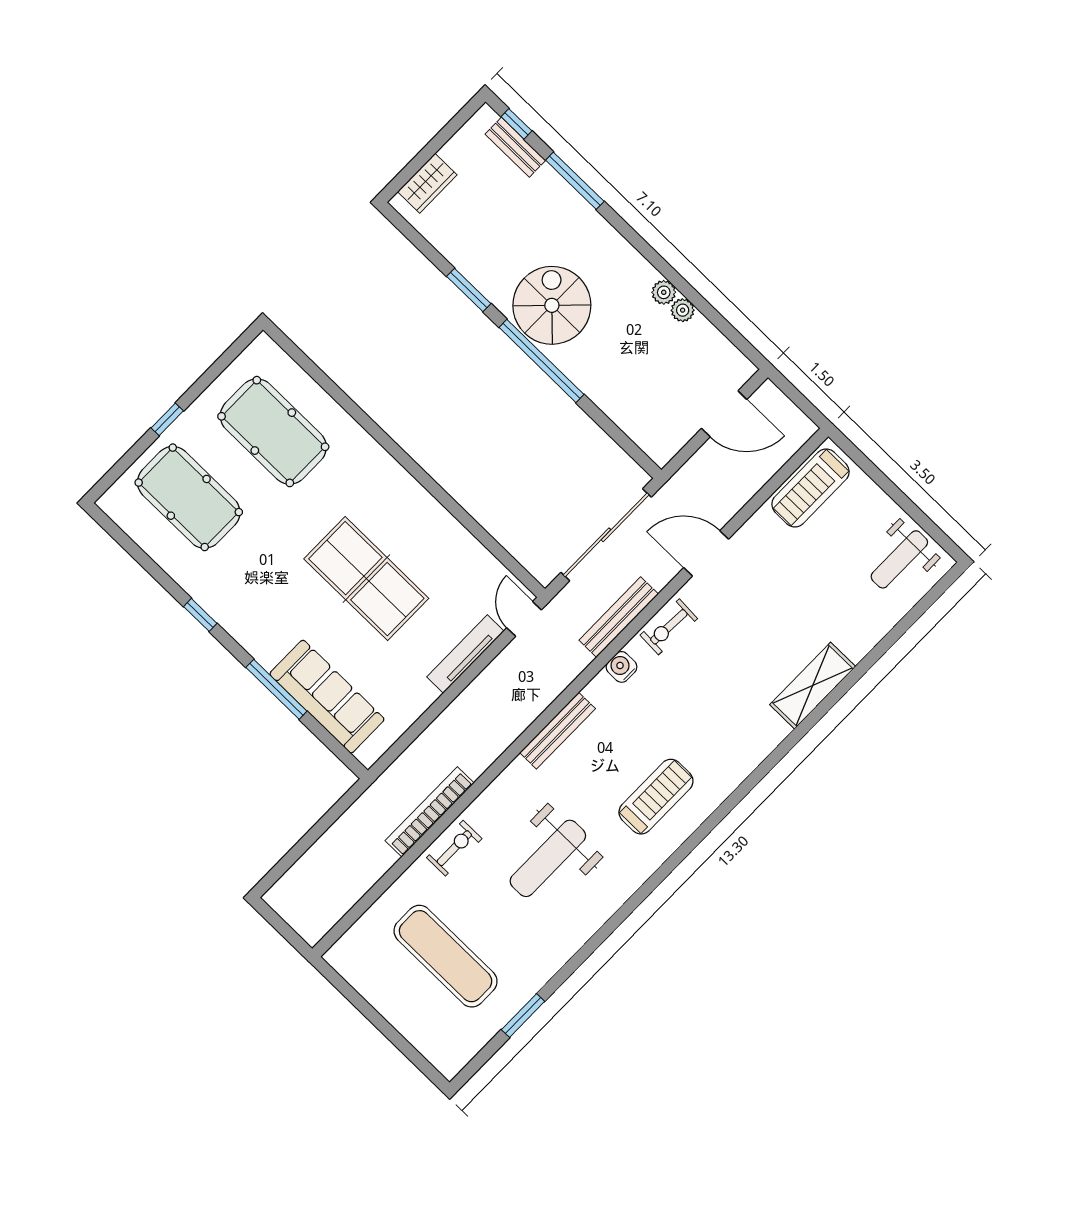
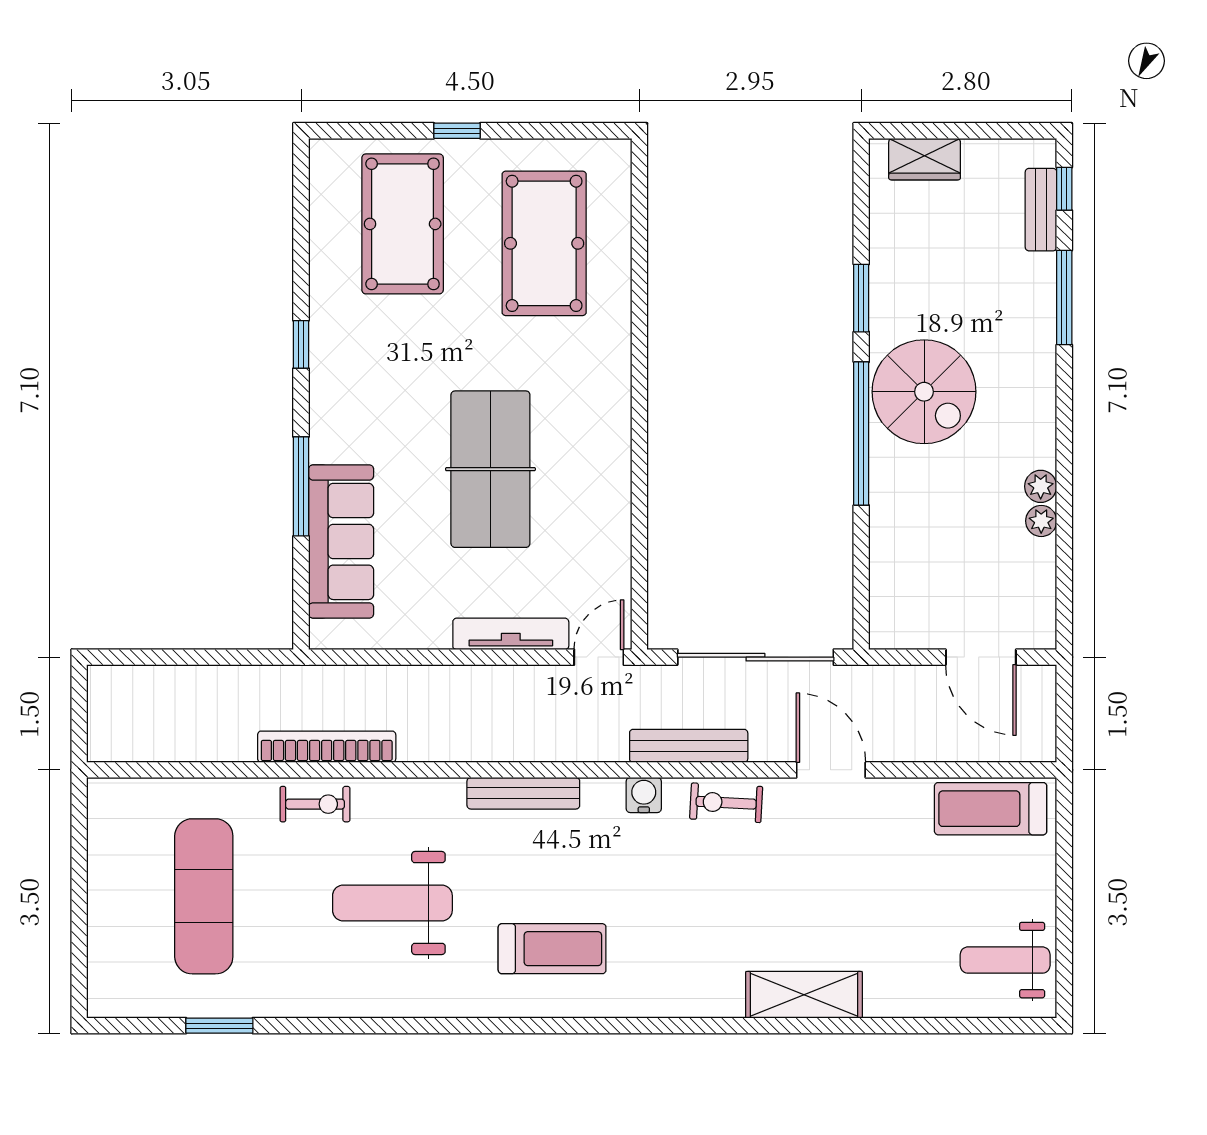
spiral stairs: (552, 305) -> (924, 392), turned 90

